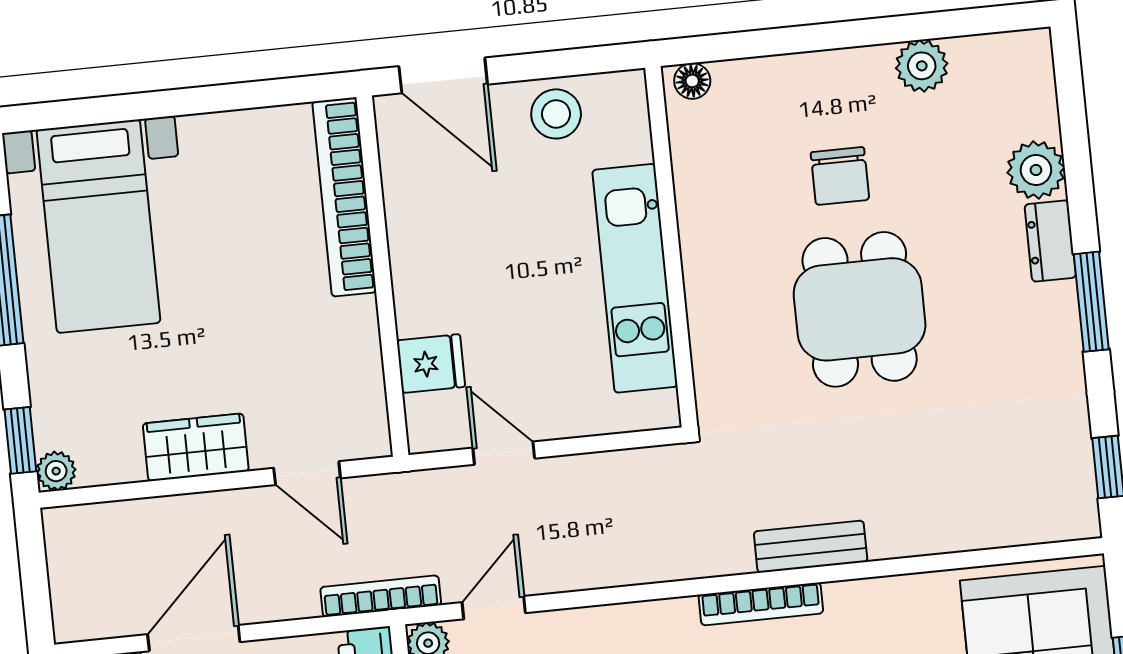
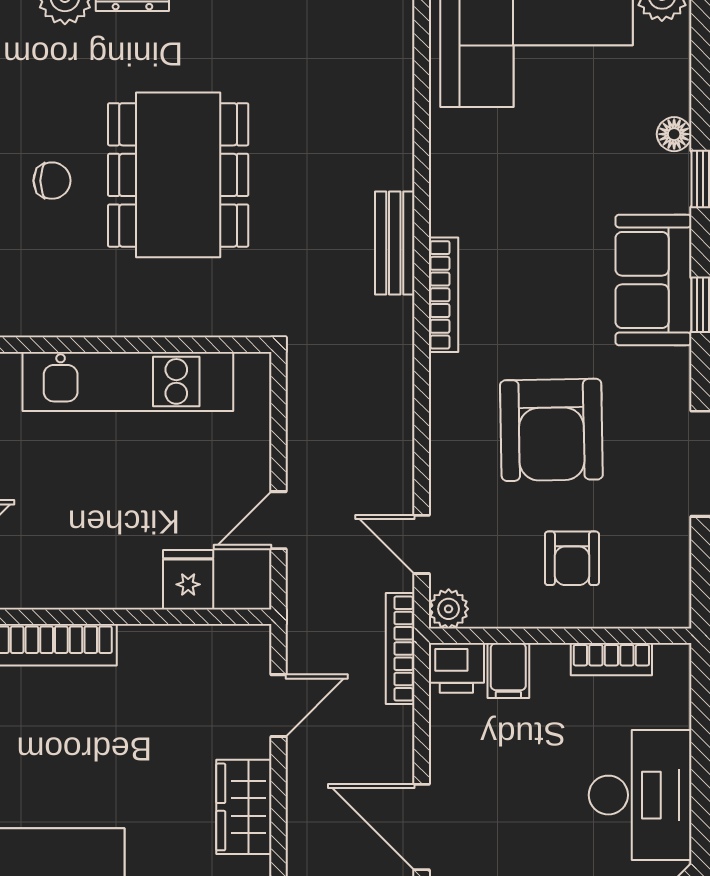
chair: (840, 176) -> (52, 181), width x0.73, depth x0.73
dining table: (860, 309) -> (178, 175), width x1.38

